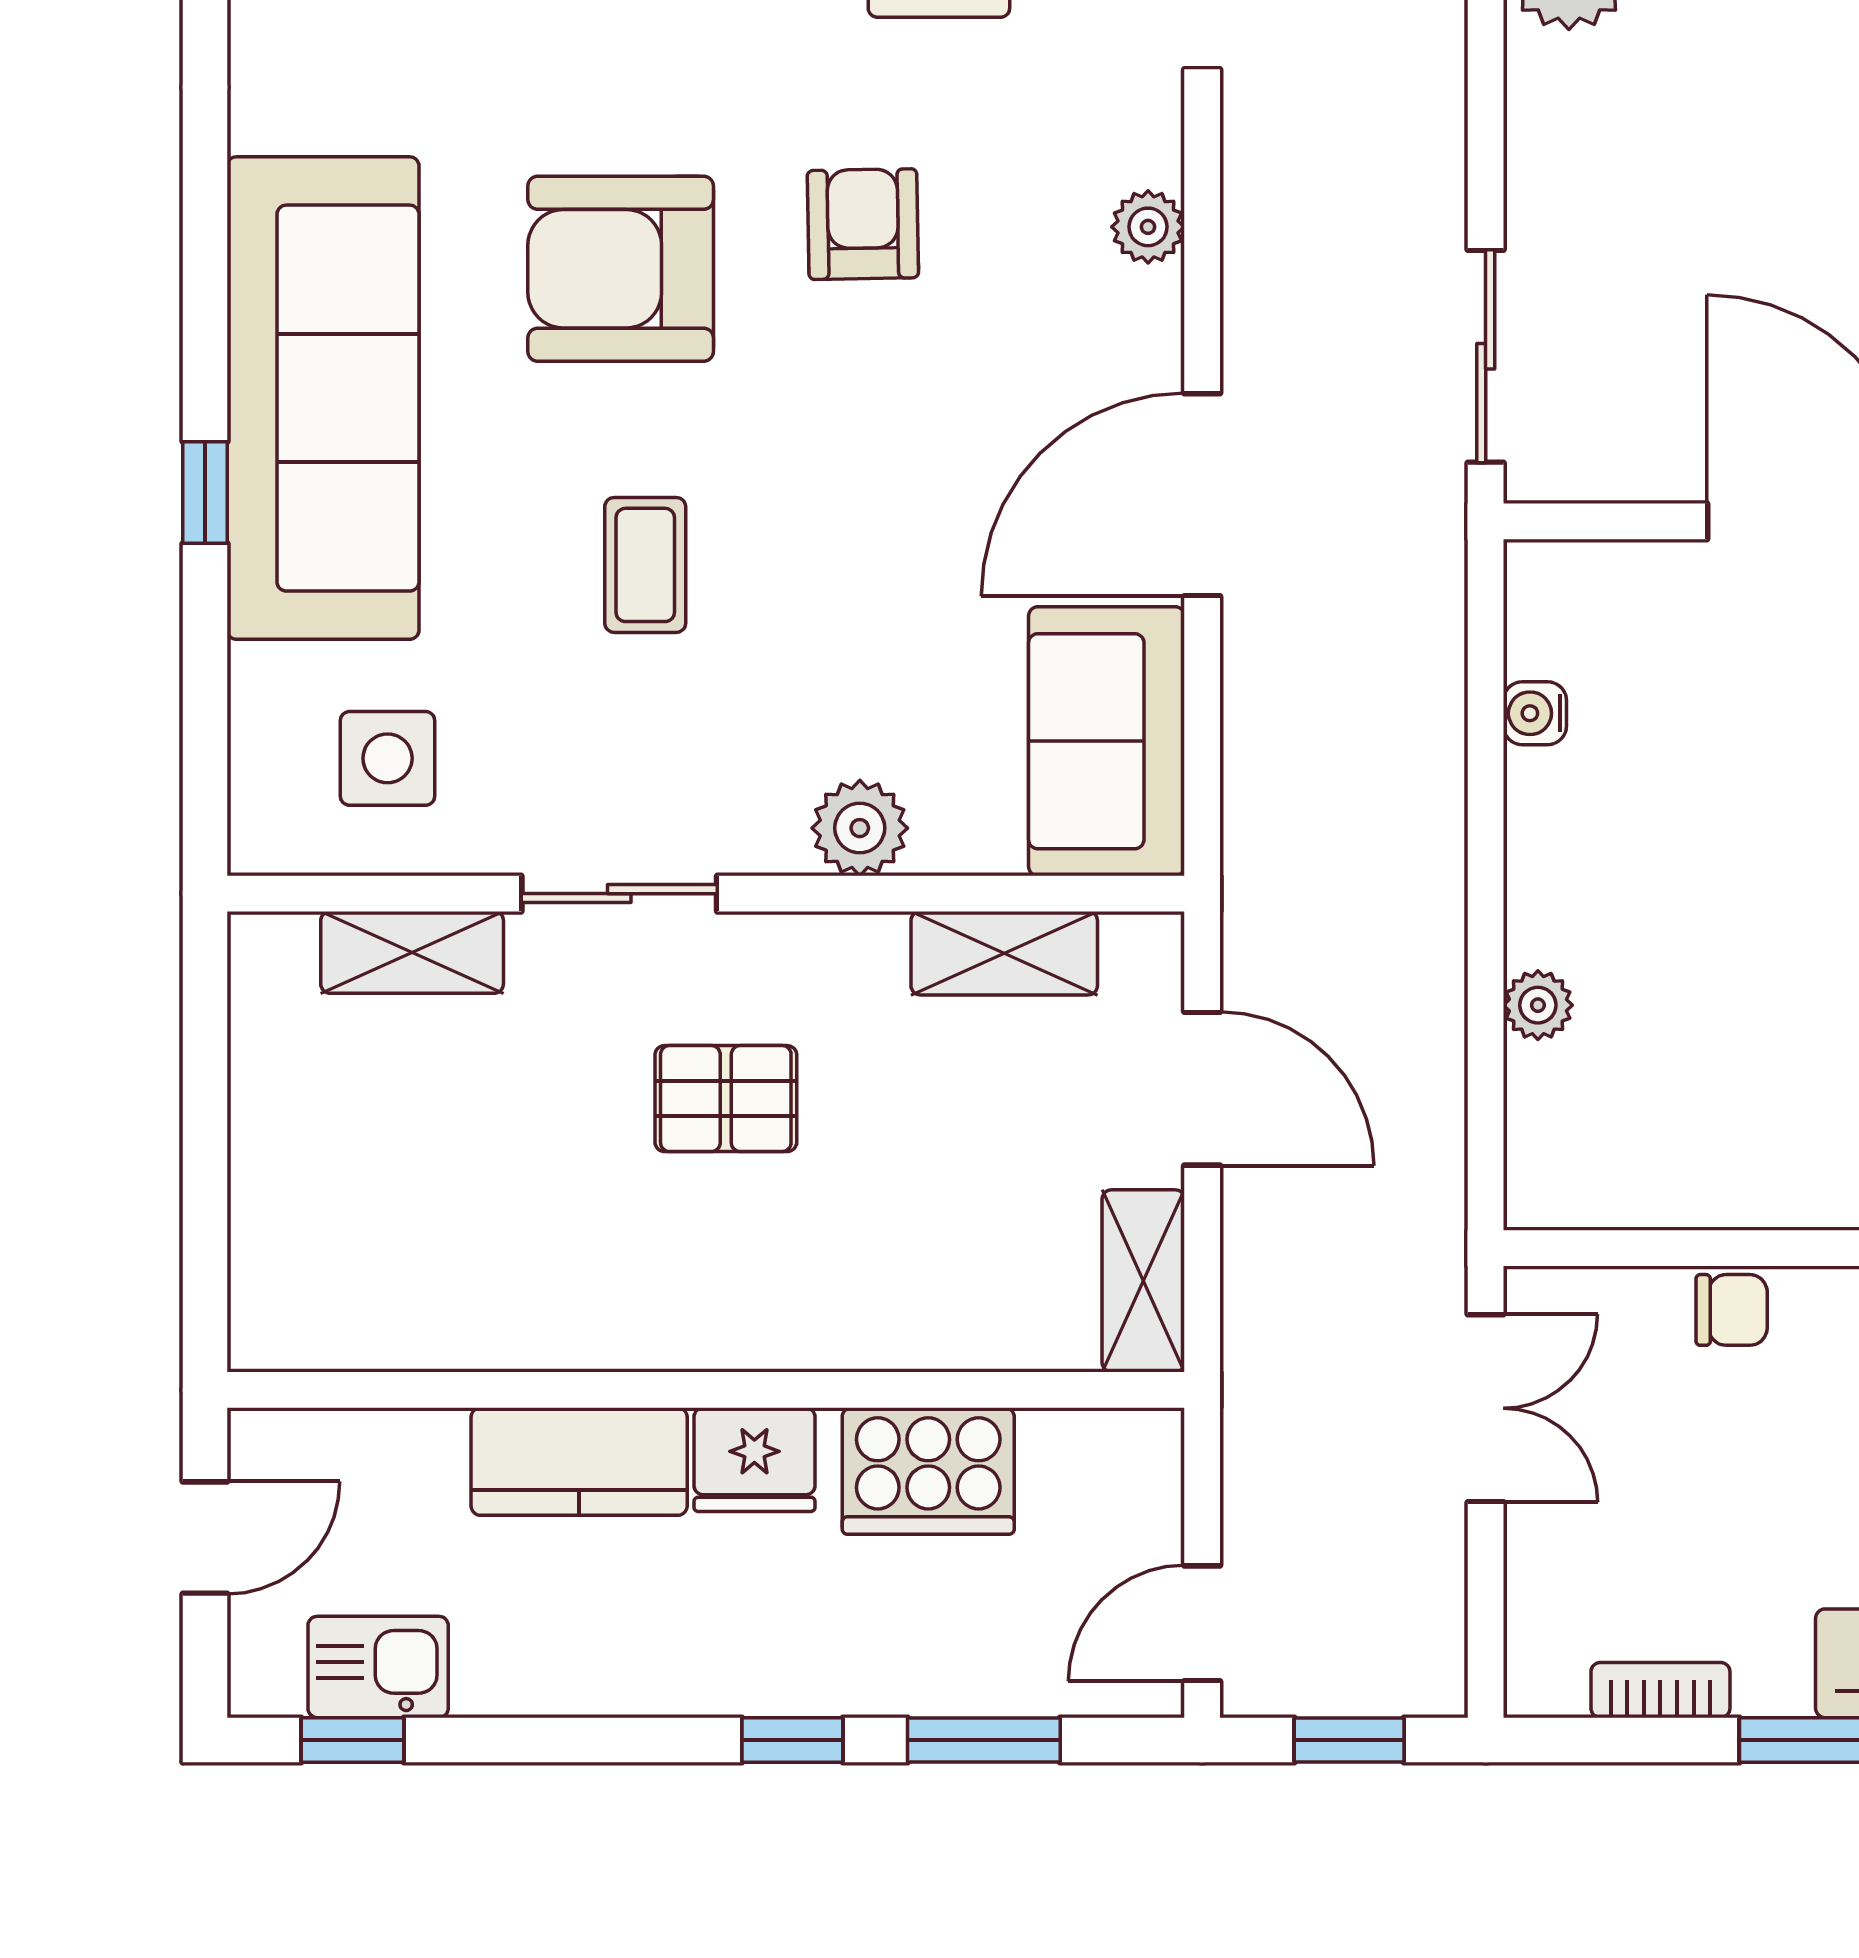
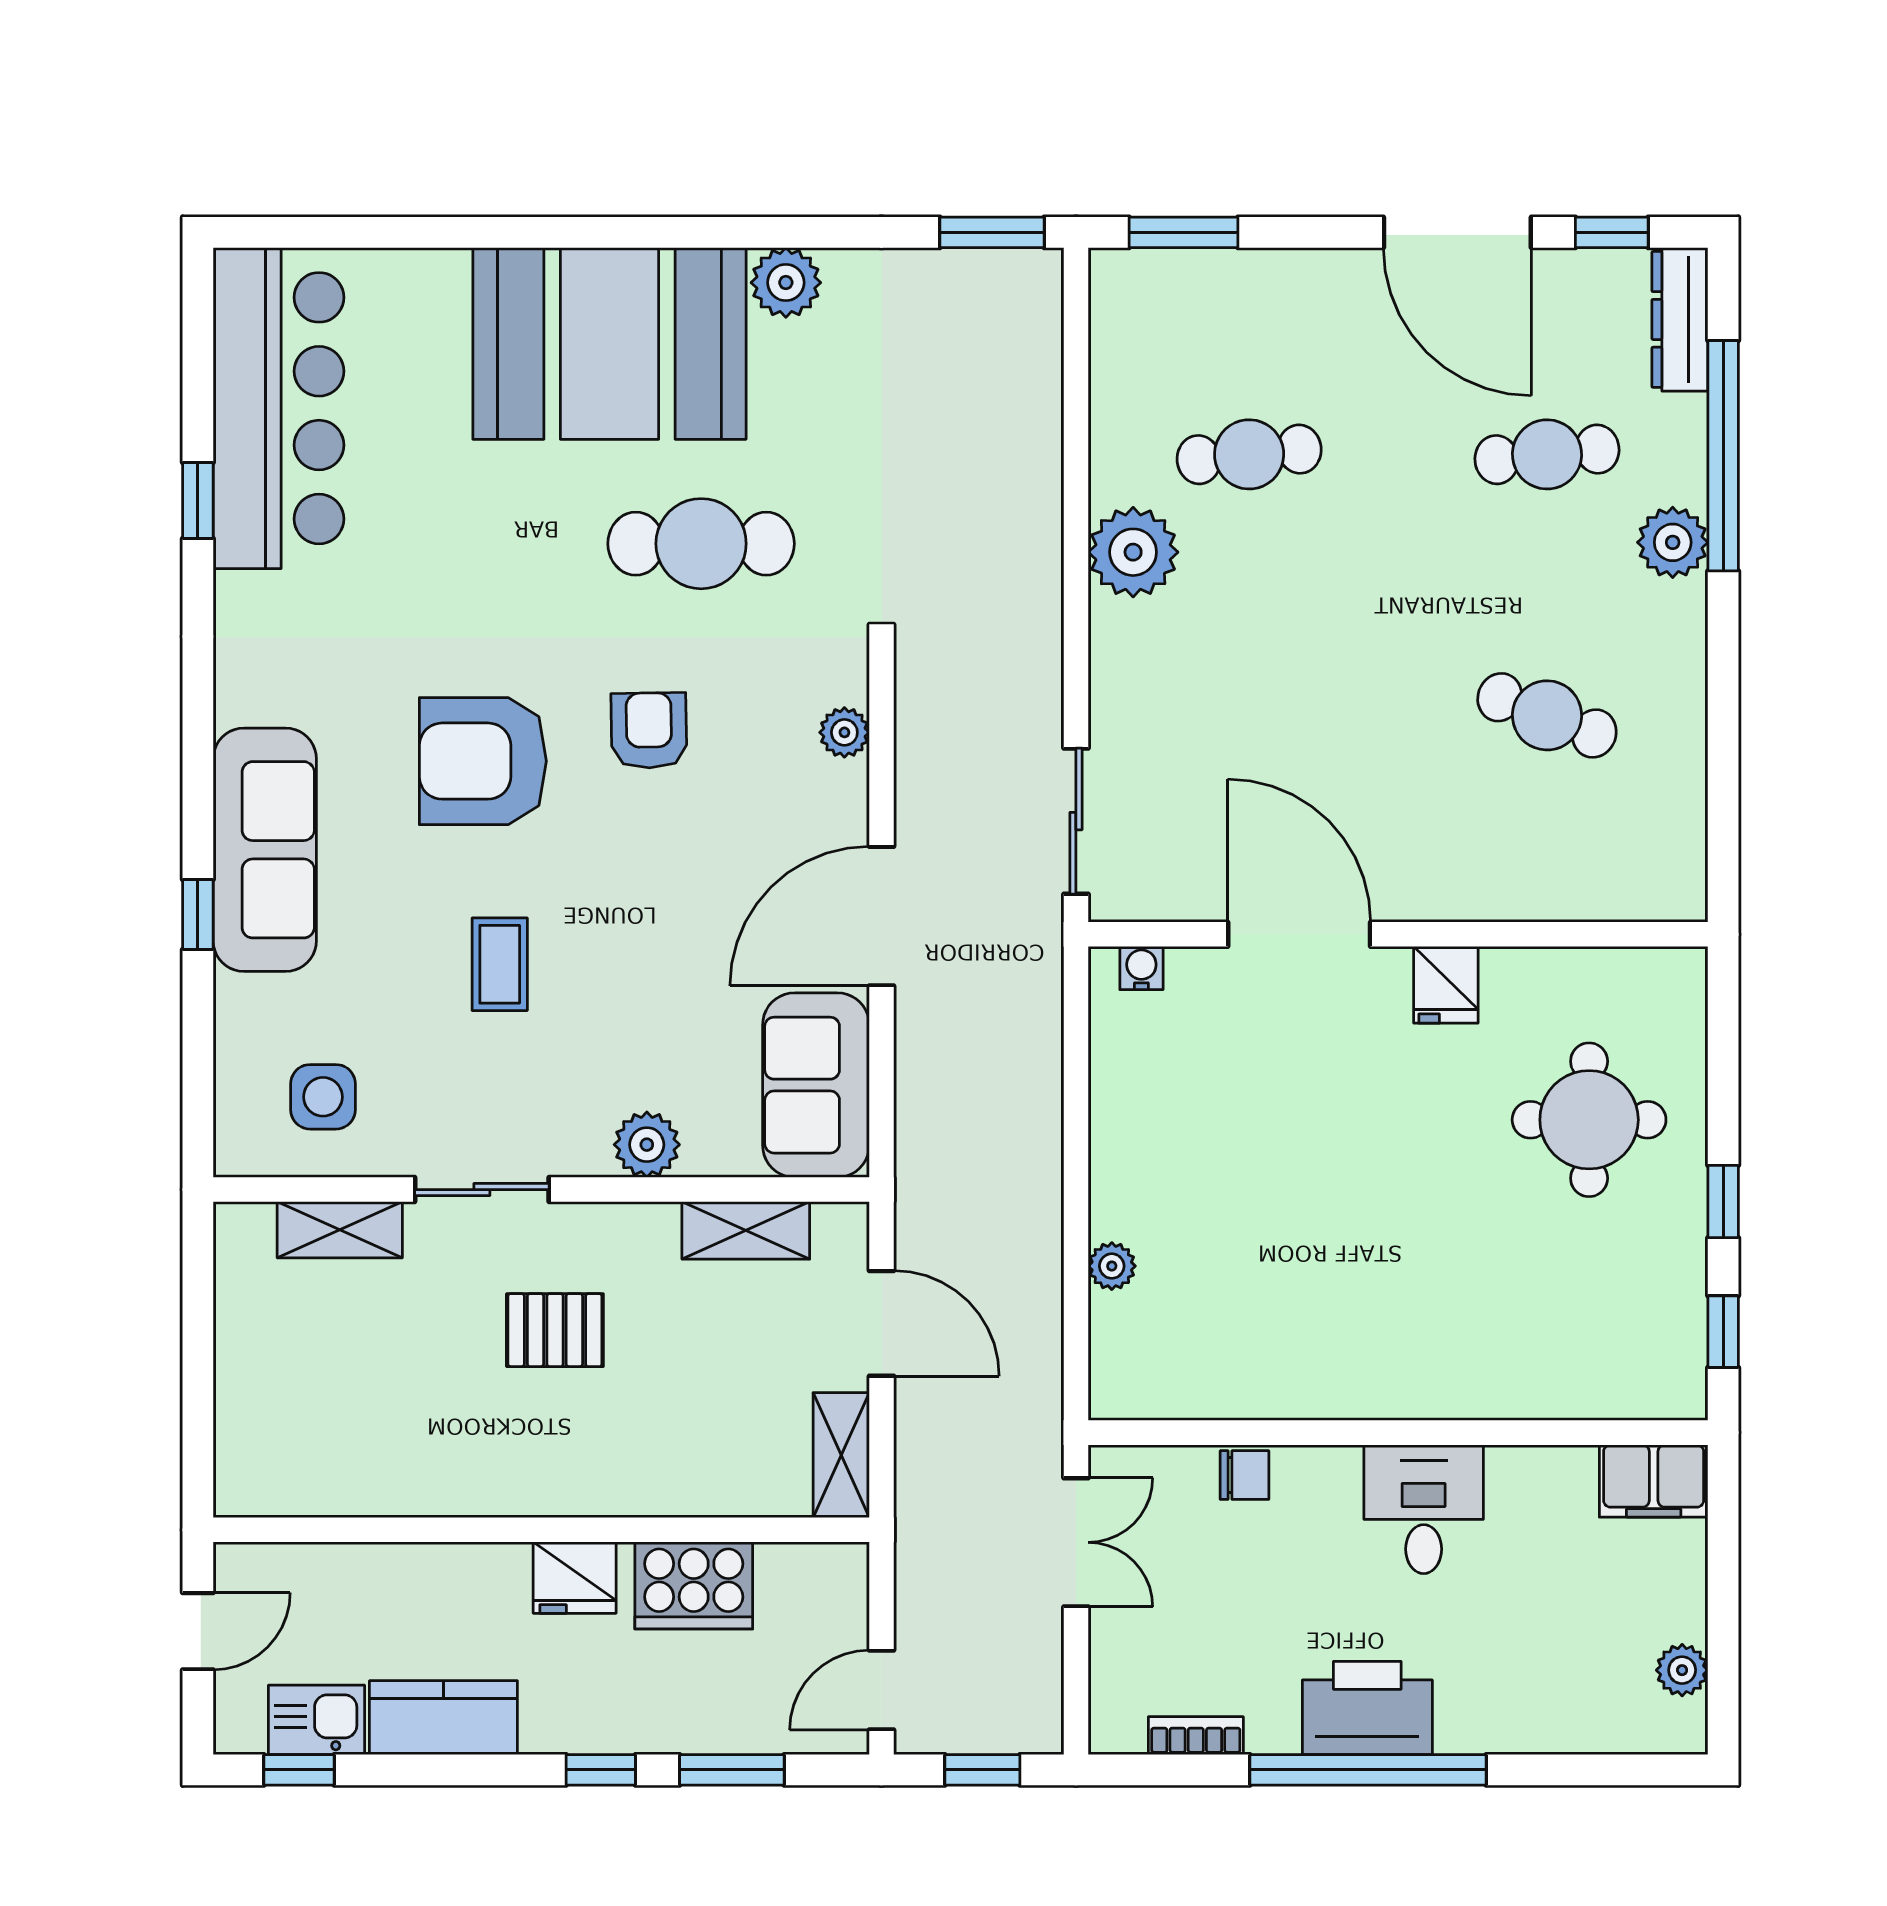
sofa: (323, 398) -> (265, 850), width x0.74, depth x0.79
water cooler: (1535, 713) -> (1141, 968), moved, turned 90
kitchen counter: (579, 1462) -> (443, 1718), moved, turned 180

